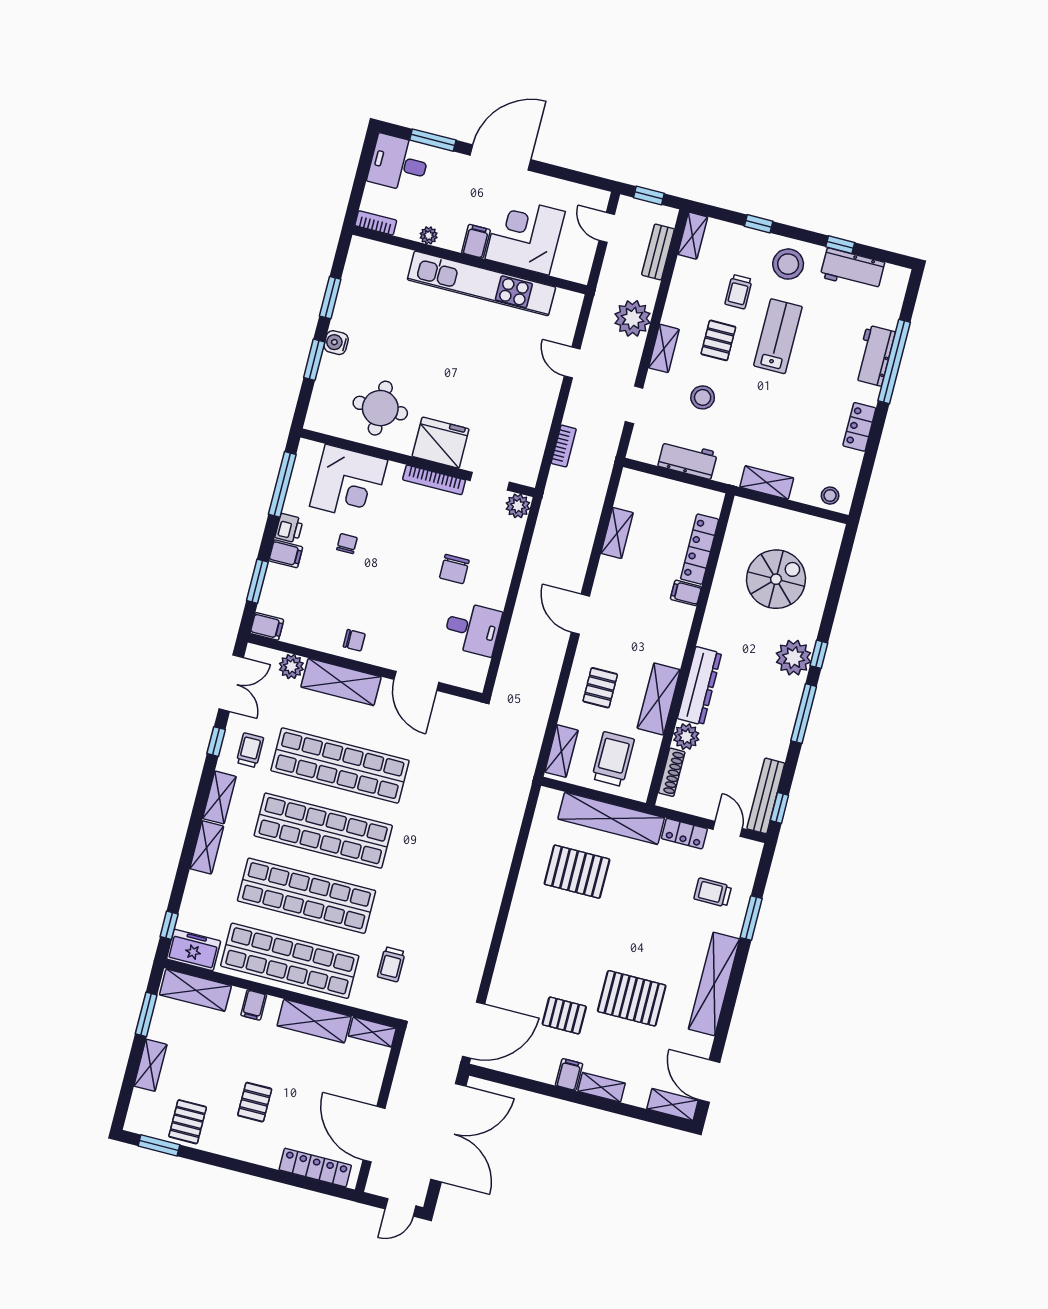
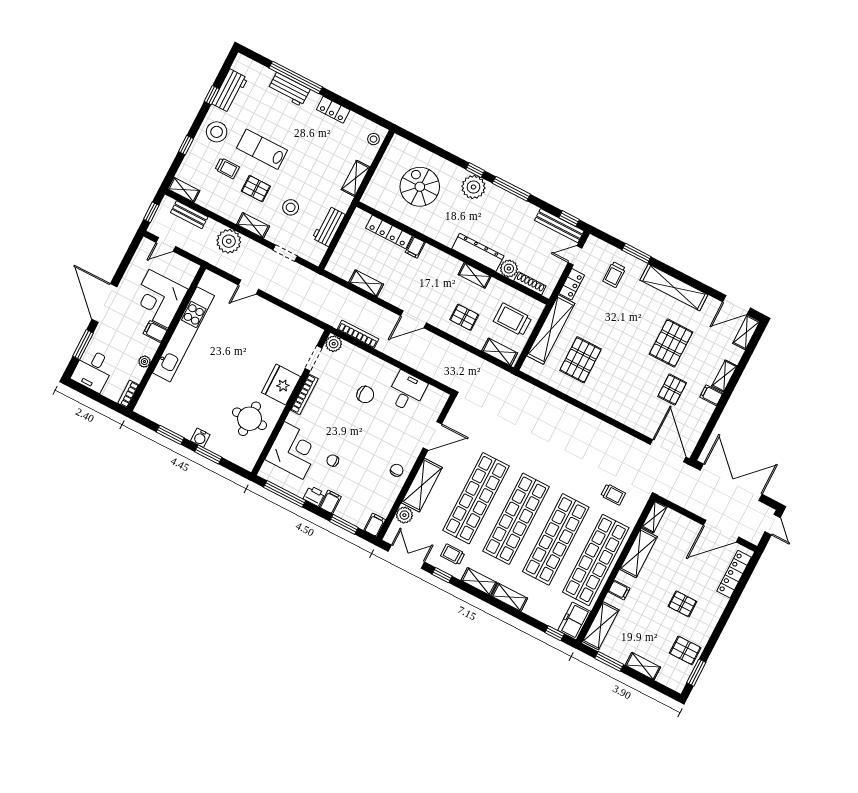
bookcase: (564, 446) -> (358, 334), moved, width x1.56
shelving: (659, 699) -> (475, 275), width x0.67, depth x0.75

